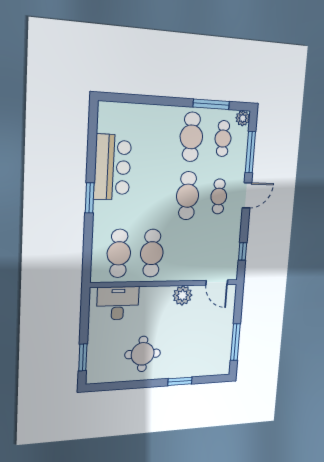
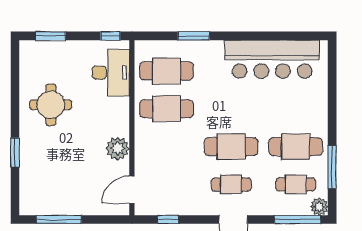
window: (250, 152) -> (298, 219), moved
bar counter: (113, 167) -> (272, 59), width x1.36
window: (90, 198) -> (194, 36), moved
window: (85, 304) -> (110, 36), added

